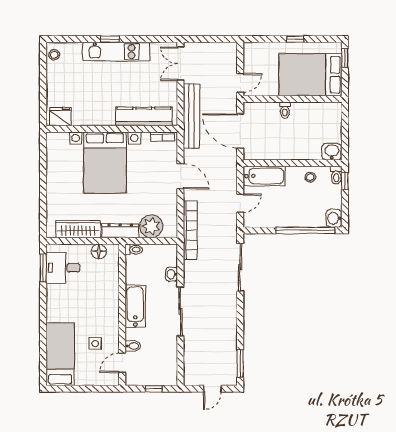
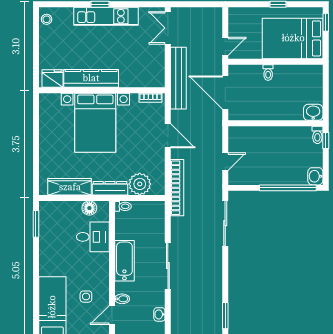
kitchen counter: (144, 116) -> (91, 78), moved
bathtub: (264, 176) -> (248, 136), removed
stool: (310, 177) -> (292, 137), removed
desk: (63, 268) -> (93, 237), moved, turned 180
washbasin: (172, 274) -> (159, 314), moved

